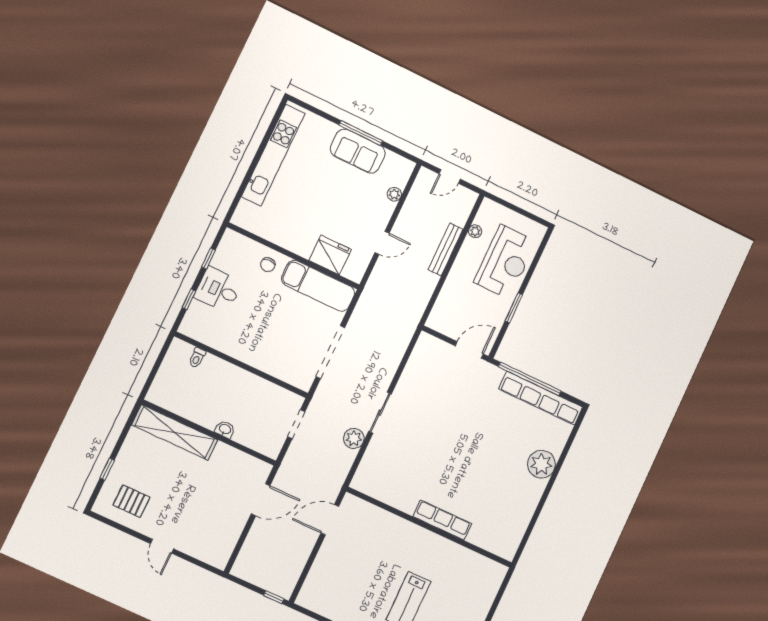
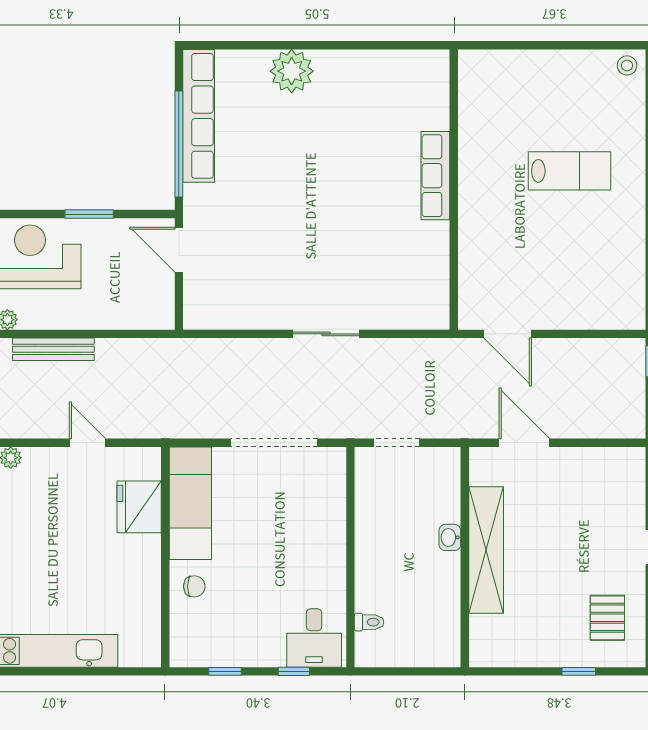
desk: (218, 290) -> (314, 638), moved
shelving: (175, 432) -> (486, 550), moved
plant: (354, 438) -> (379, 354), removed

